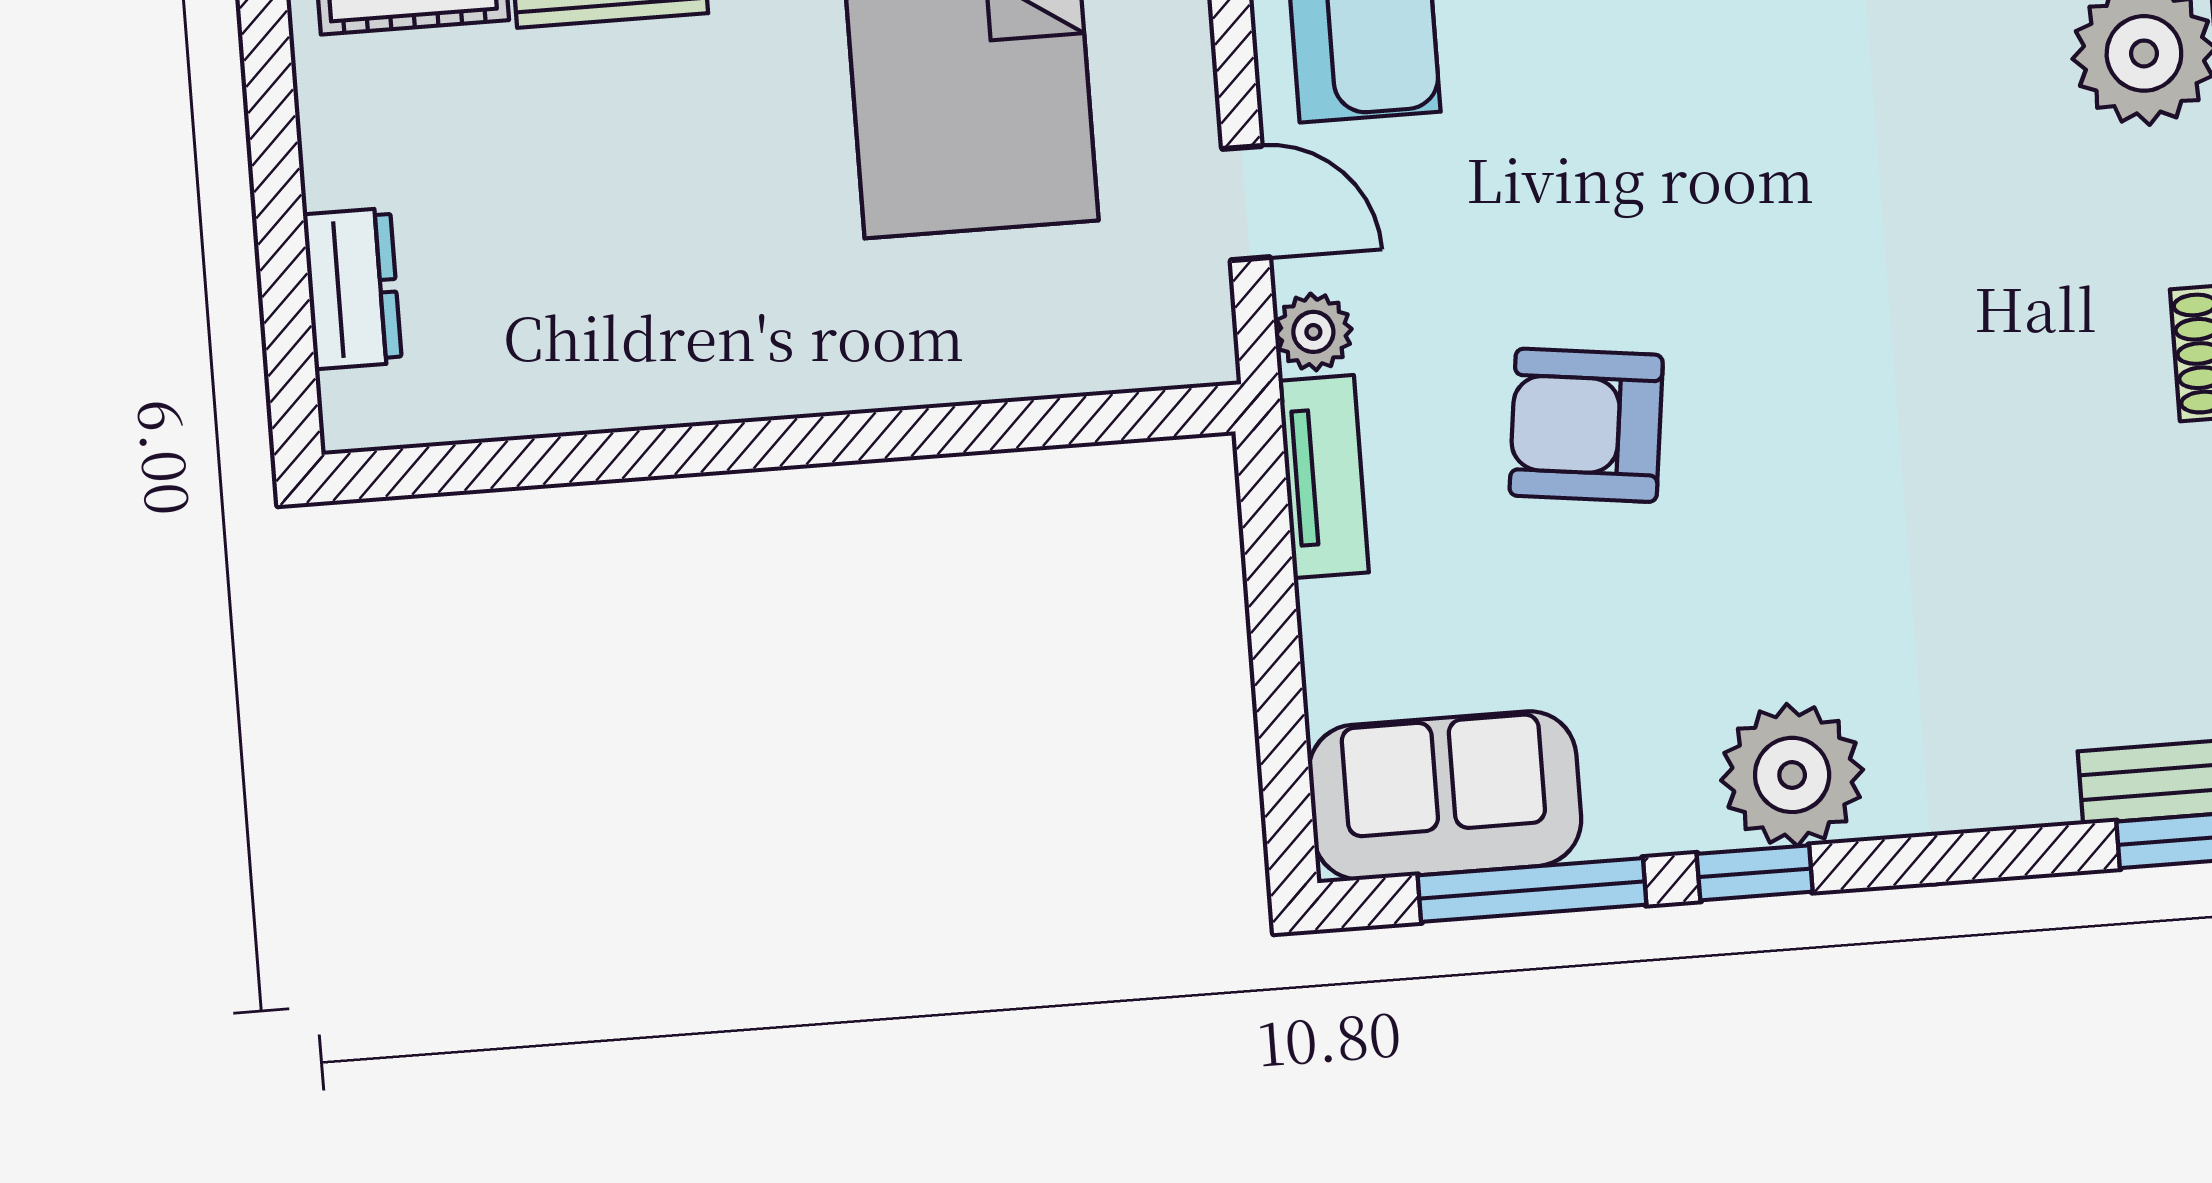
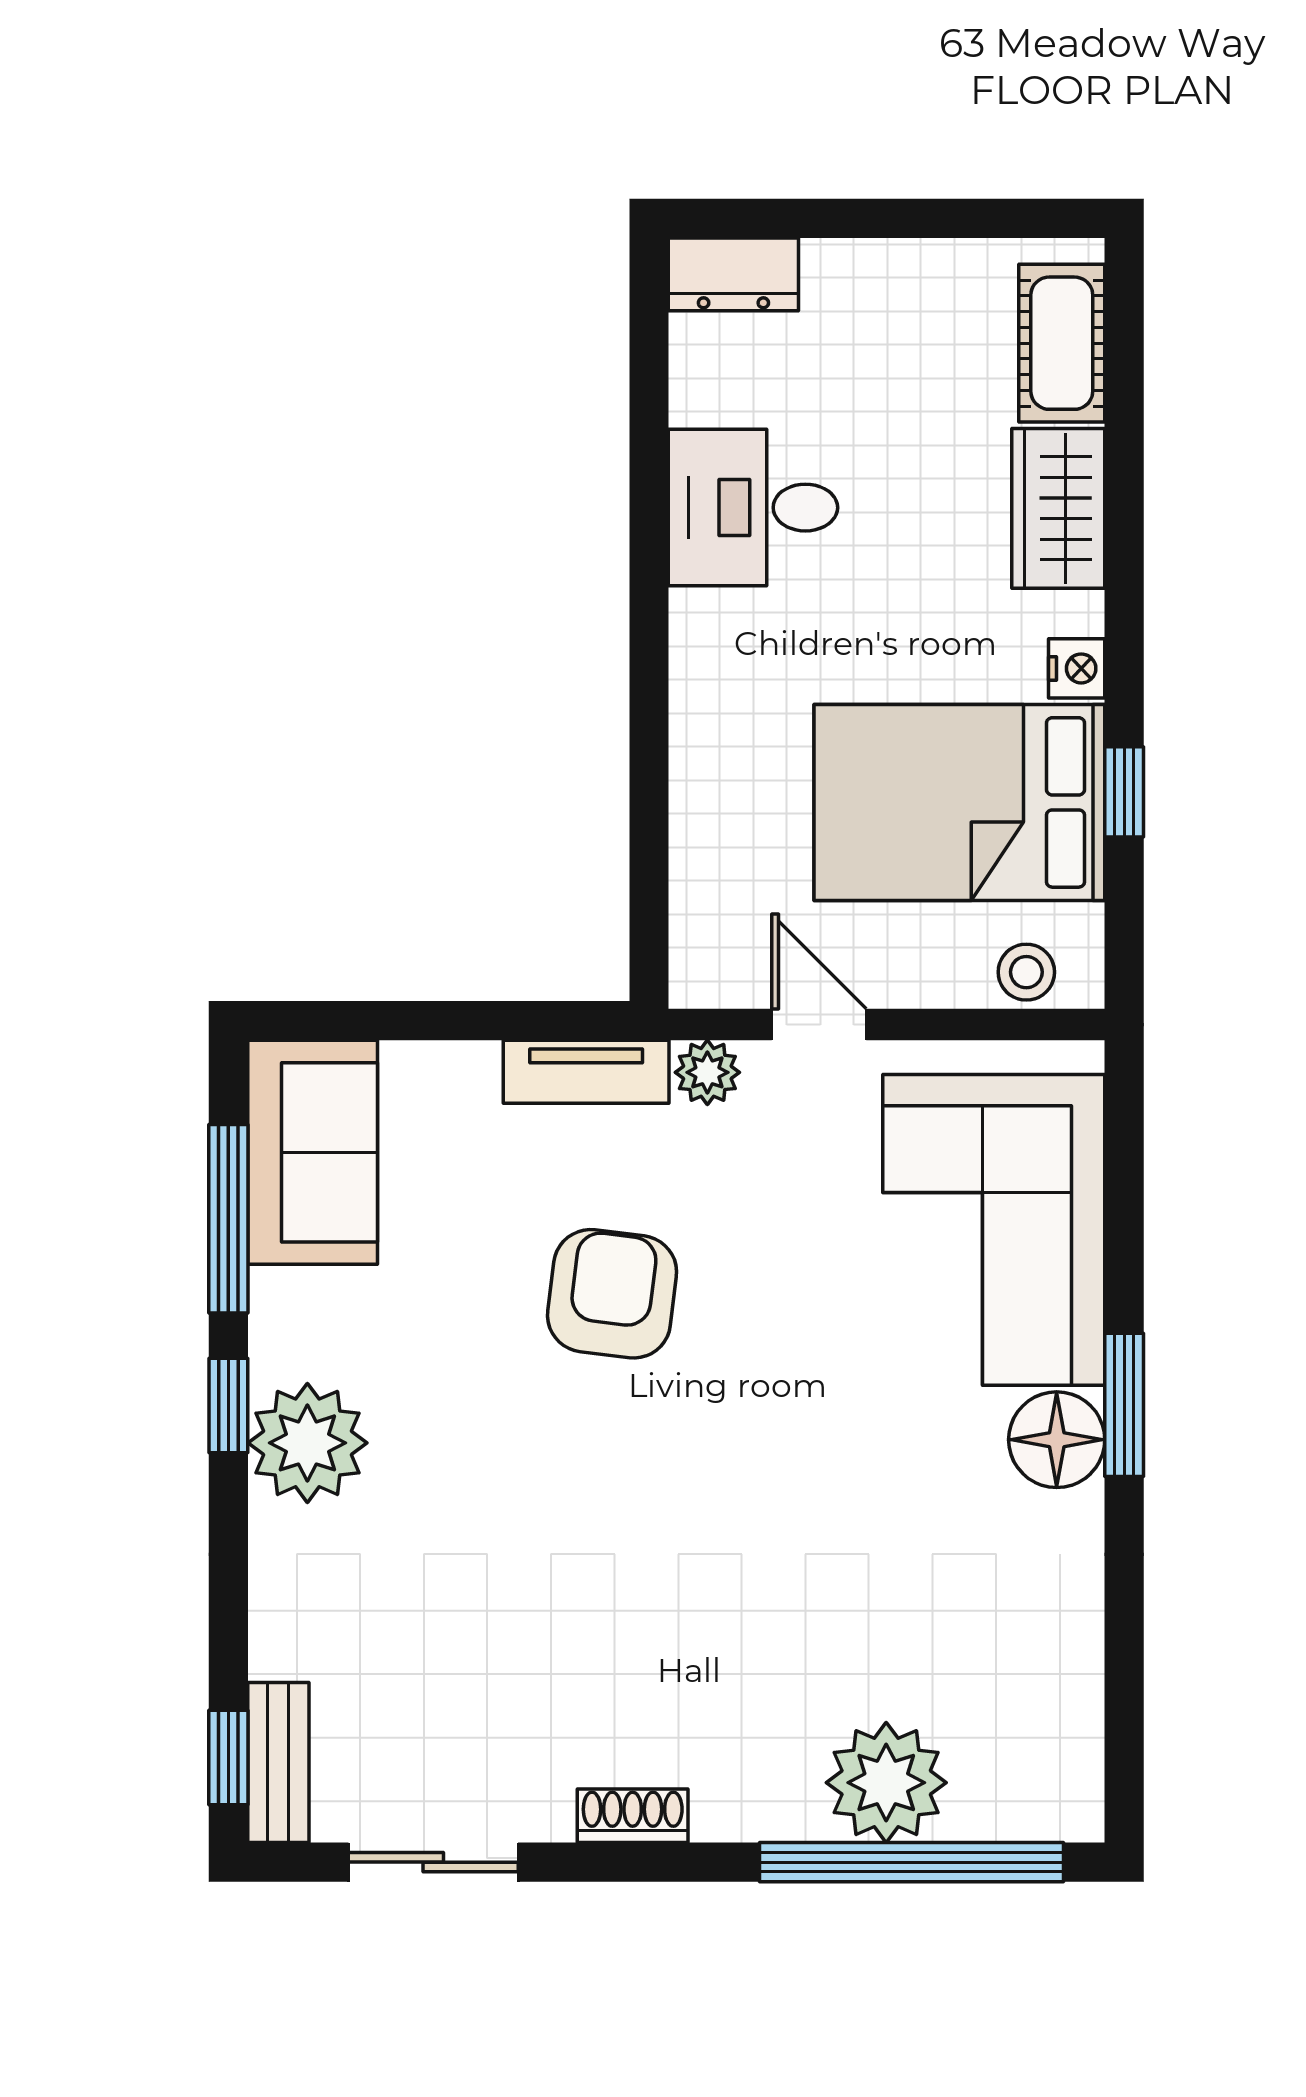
door: (1246, 203) -> (819, 1025), swing flipped
dresser: (352, 289) -> (733, 274), moved
desk: (635, 329) -> (753, 508), added

